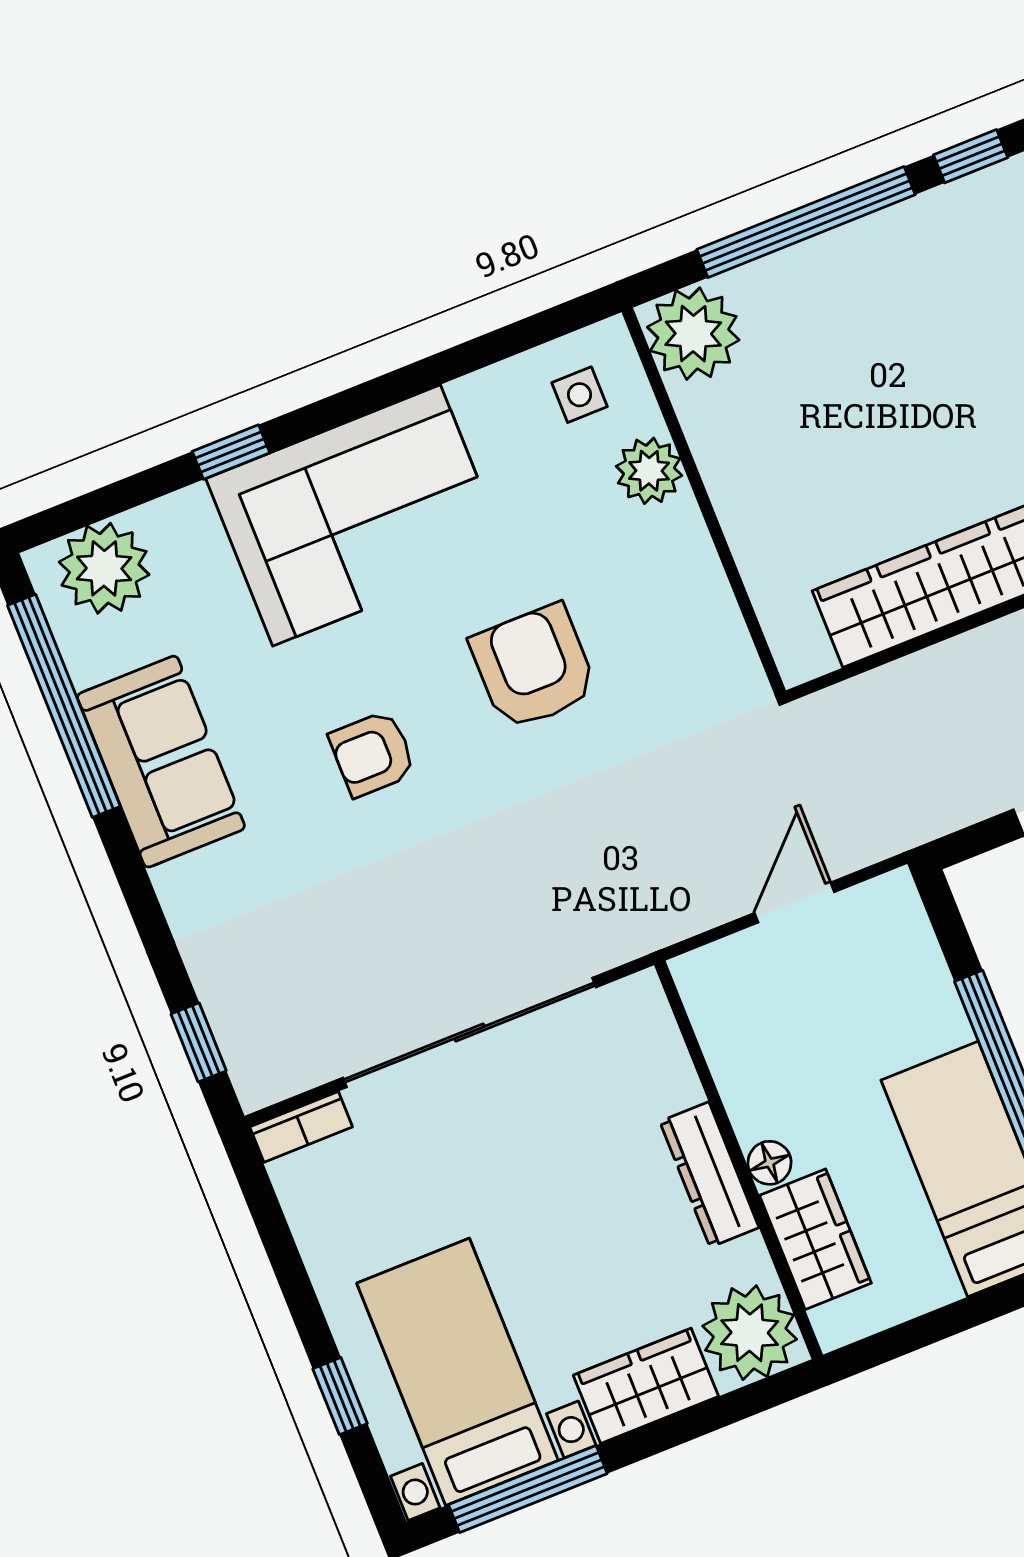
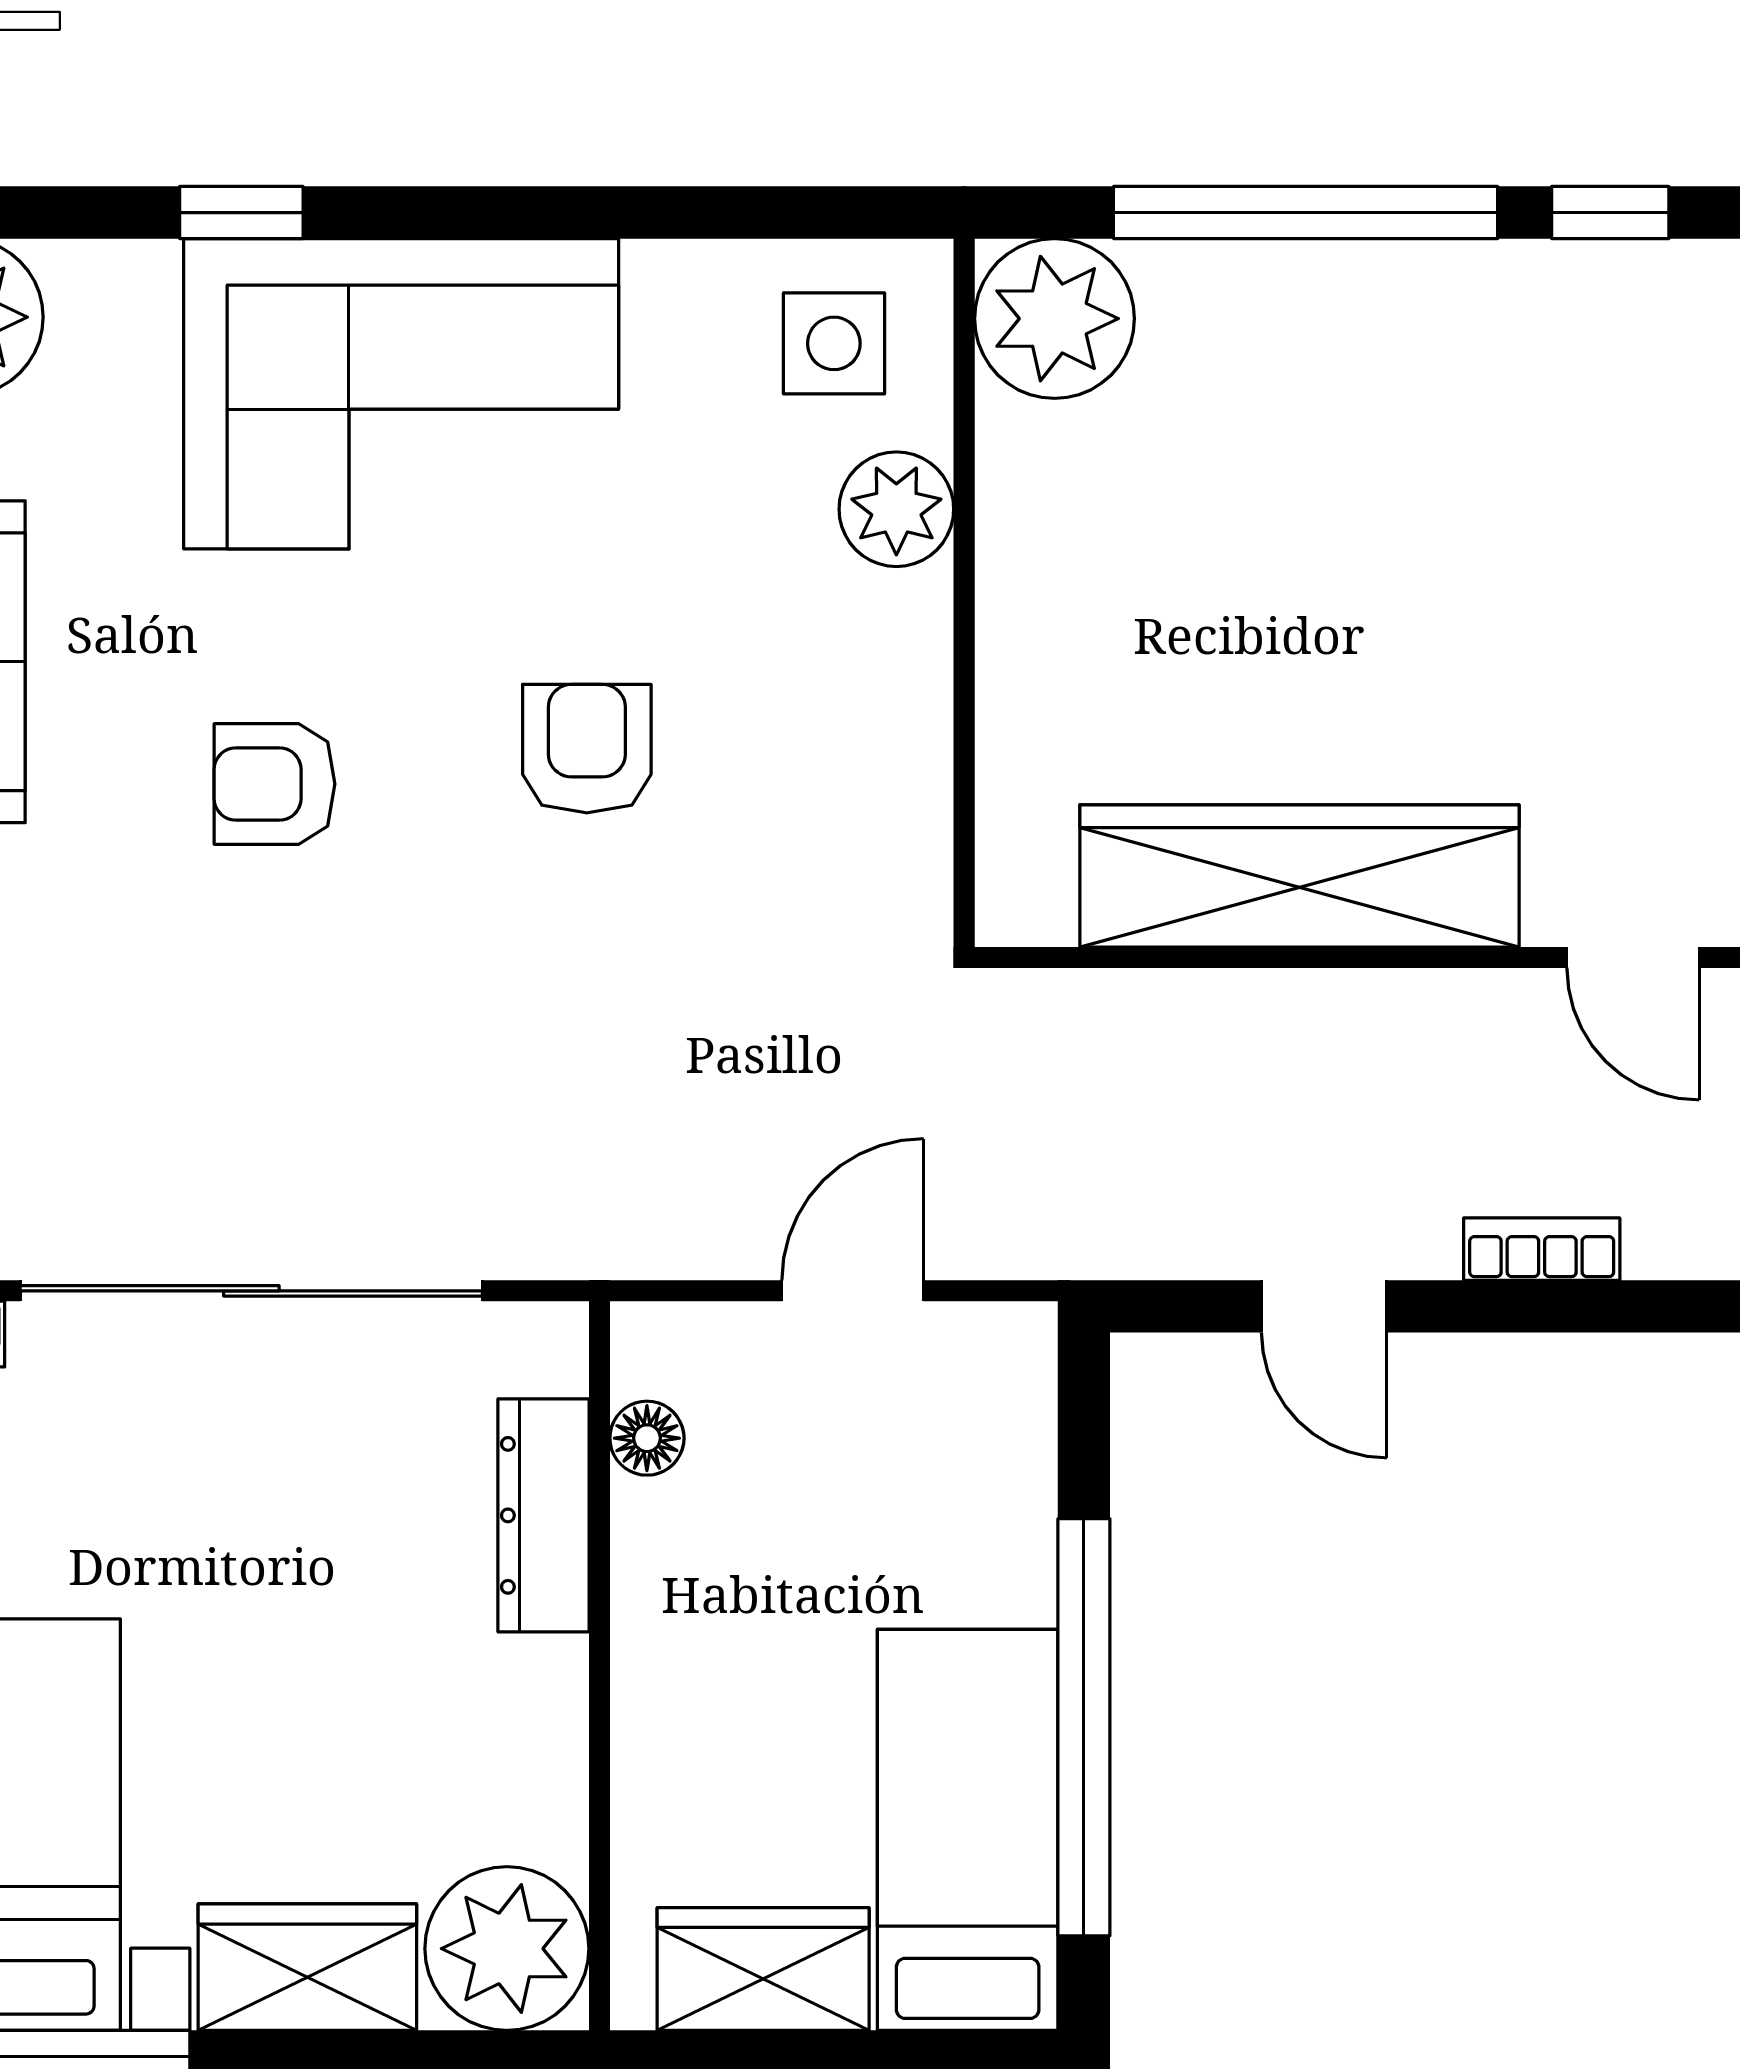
side table: (579, 395) -> (834, 343), width x1.37, depth x1.37
armchair: (534, 667) -> (587, 749), width x0.72, depth x0.72
floor lamp: (769, 1163) -> (647, 1438), moved
dresser: (709, 1175) -> (543, 1515), moved
wardrobe: (815, 1239) -> (763, 1969), moved, turned -90

